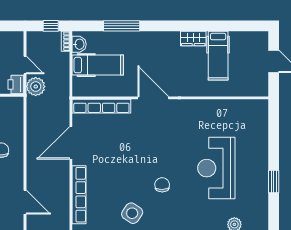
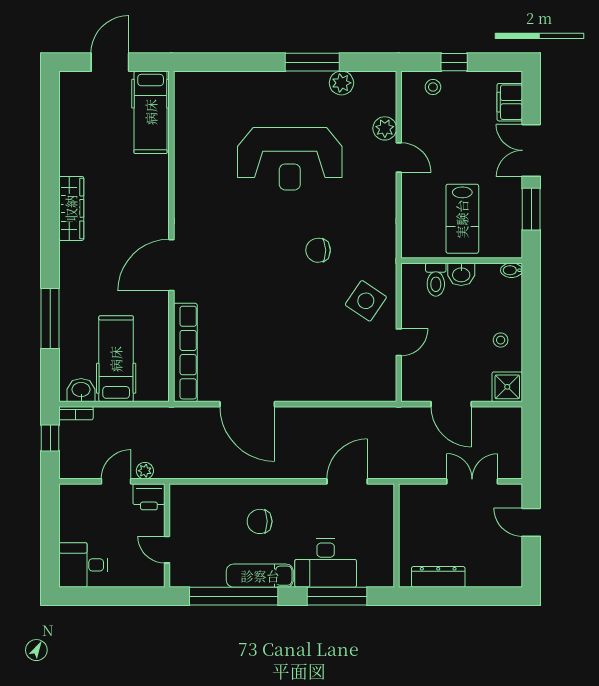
wardrobe: (193, 38) -> (71, 208), width x1.50
hospital bed: (218, 56) -> (151, 112), moved, turned 90
plant: (36, 87) -> (145, 471), width x0.53, depth x0.53
window: (274, 181) -> (312, 62), width x1.44
row of seats: (79, 195) -> (335, 390), removed
plant: (261, 199) -> (341, 83), added

